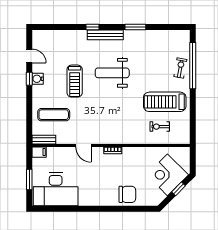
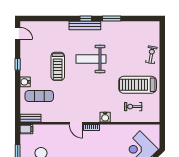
window: (93, 27) -> (86, 19), moved
door: (29, 56) -> (18, 33), moved
window: (193, 66) -> (162, 53), removed
water cooler: (38, 79) -> (25, 82), moved
water cooler: (128, 138) -> (105, 117), added
door: (83, 145) -> (76, 123), moved

